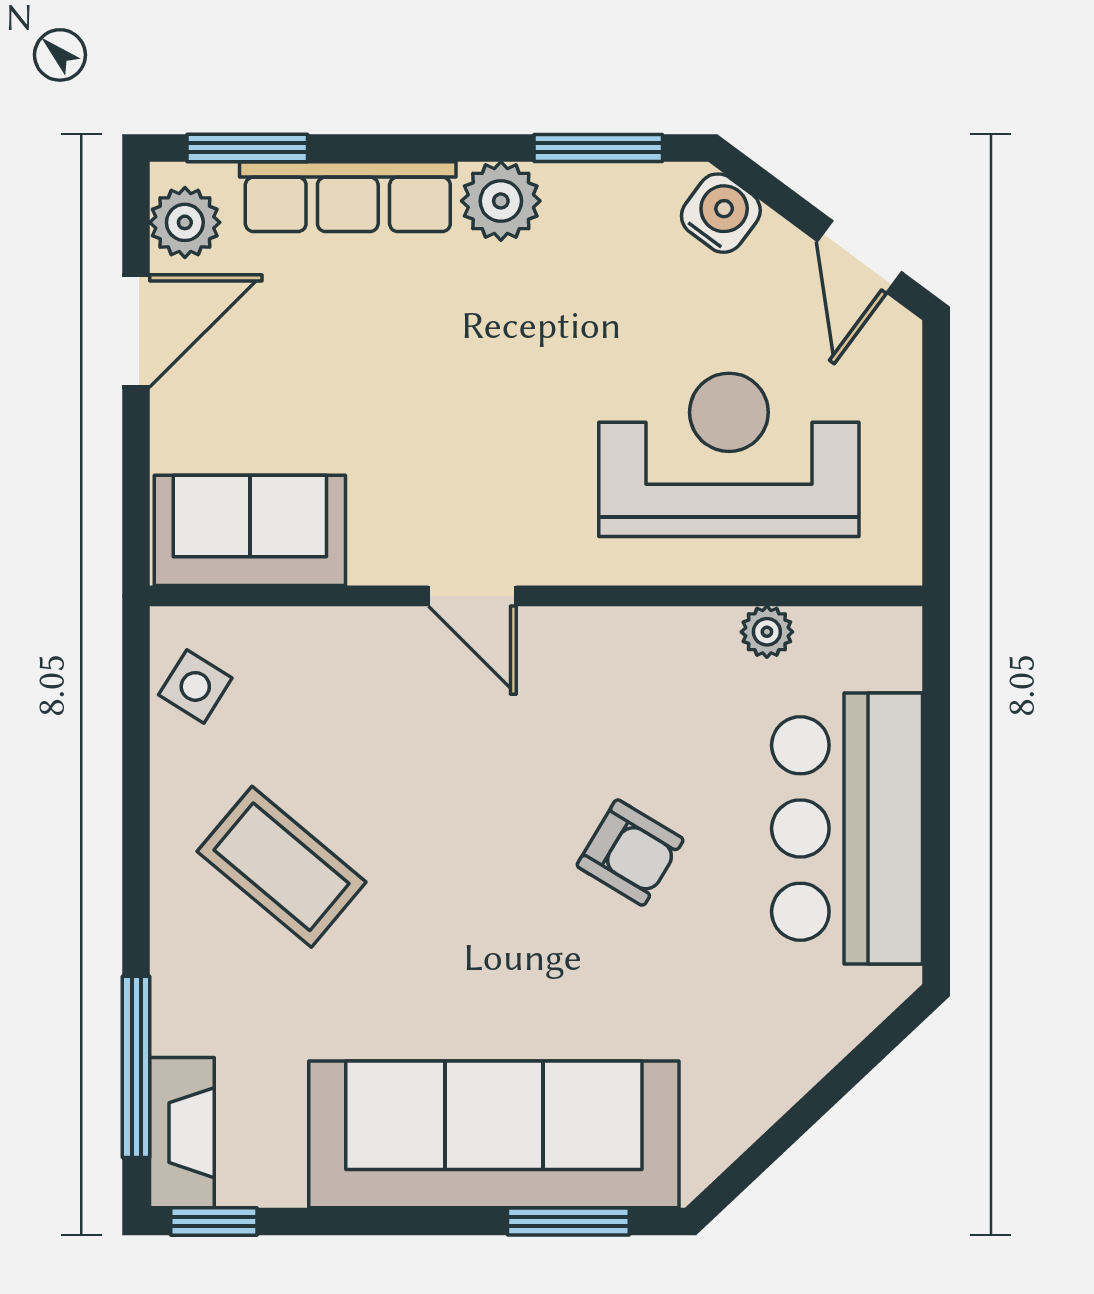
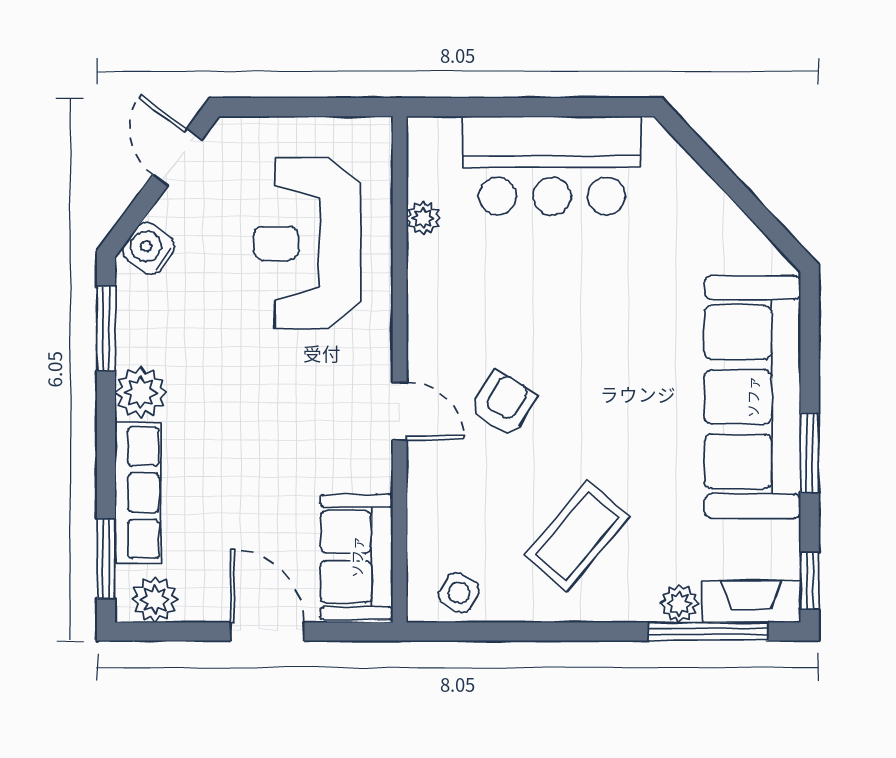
door: (859, 257) -> (177, 157), swing flipped
door: (136, 331) -> (267, 631), moved
door: (472, 596) -> (400, 411), hinge flipped
armchair: (630, 853) -> (503, 404), moved
plant: (179, 1023) -> (679, 603), added
window: (568, 1222) -> (810, 453), moved

